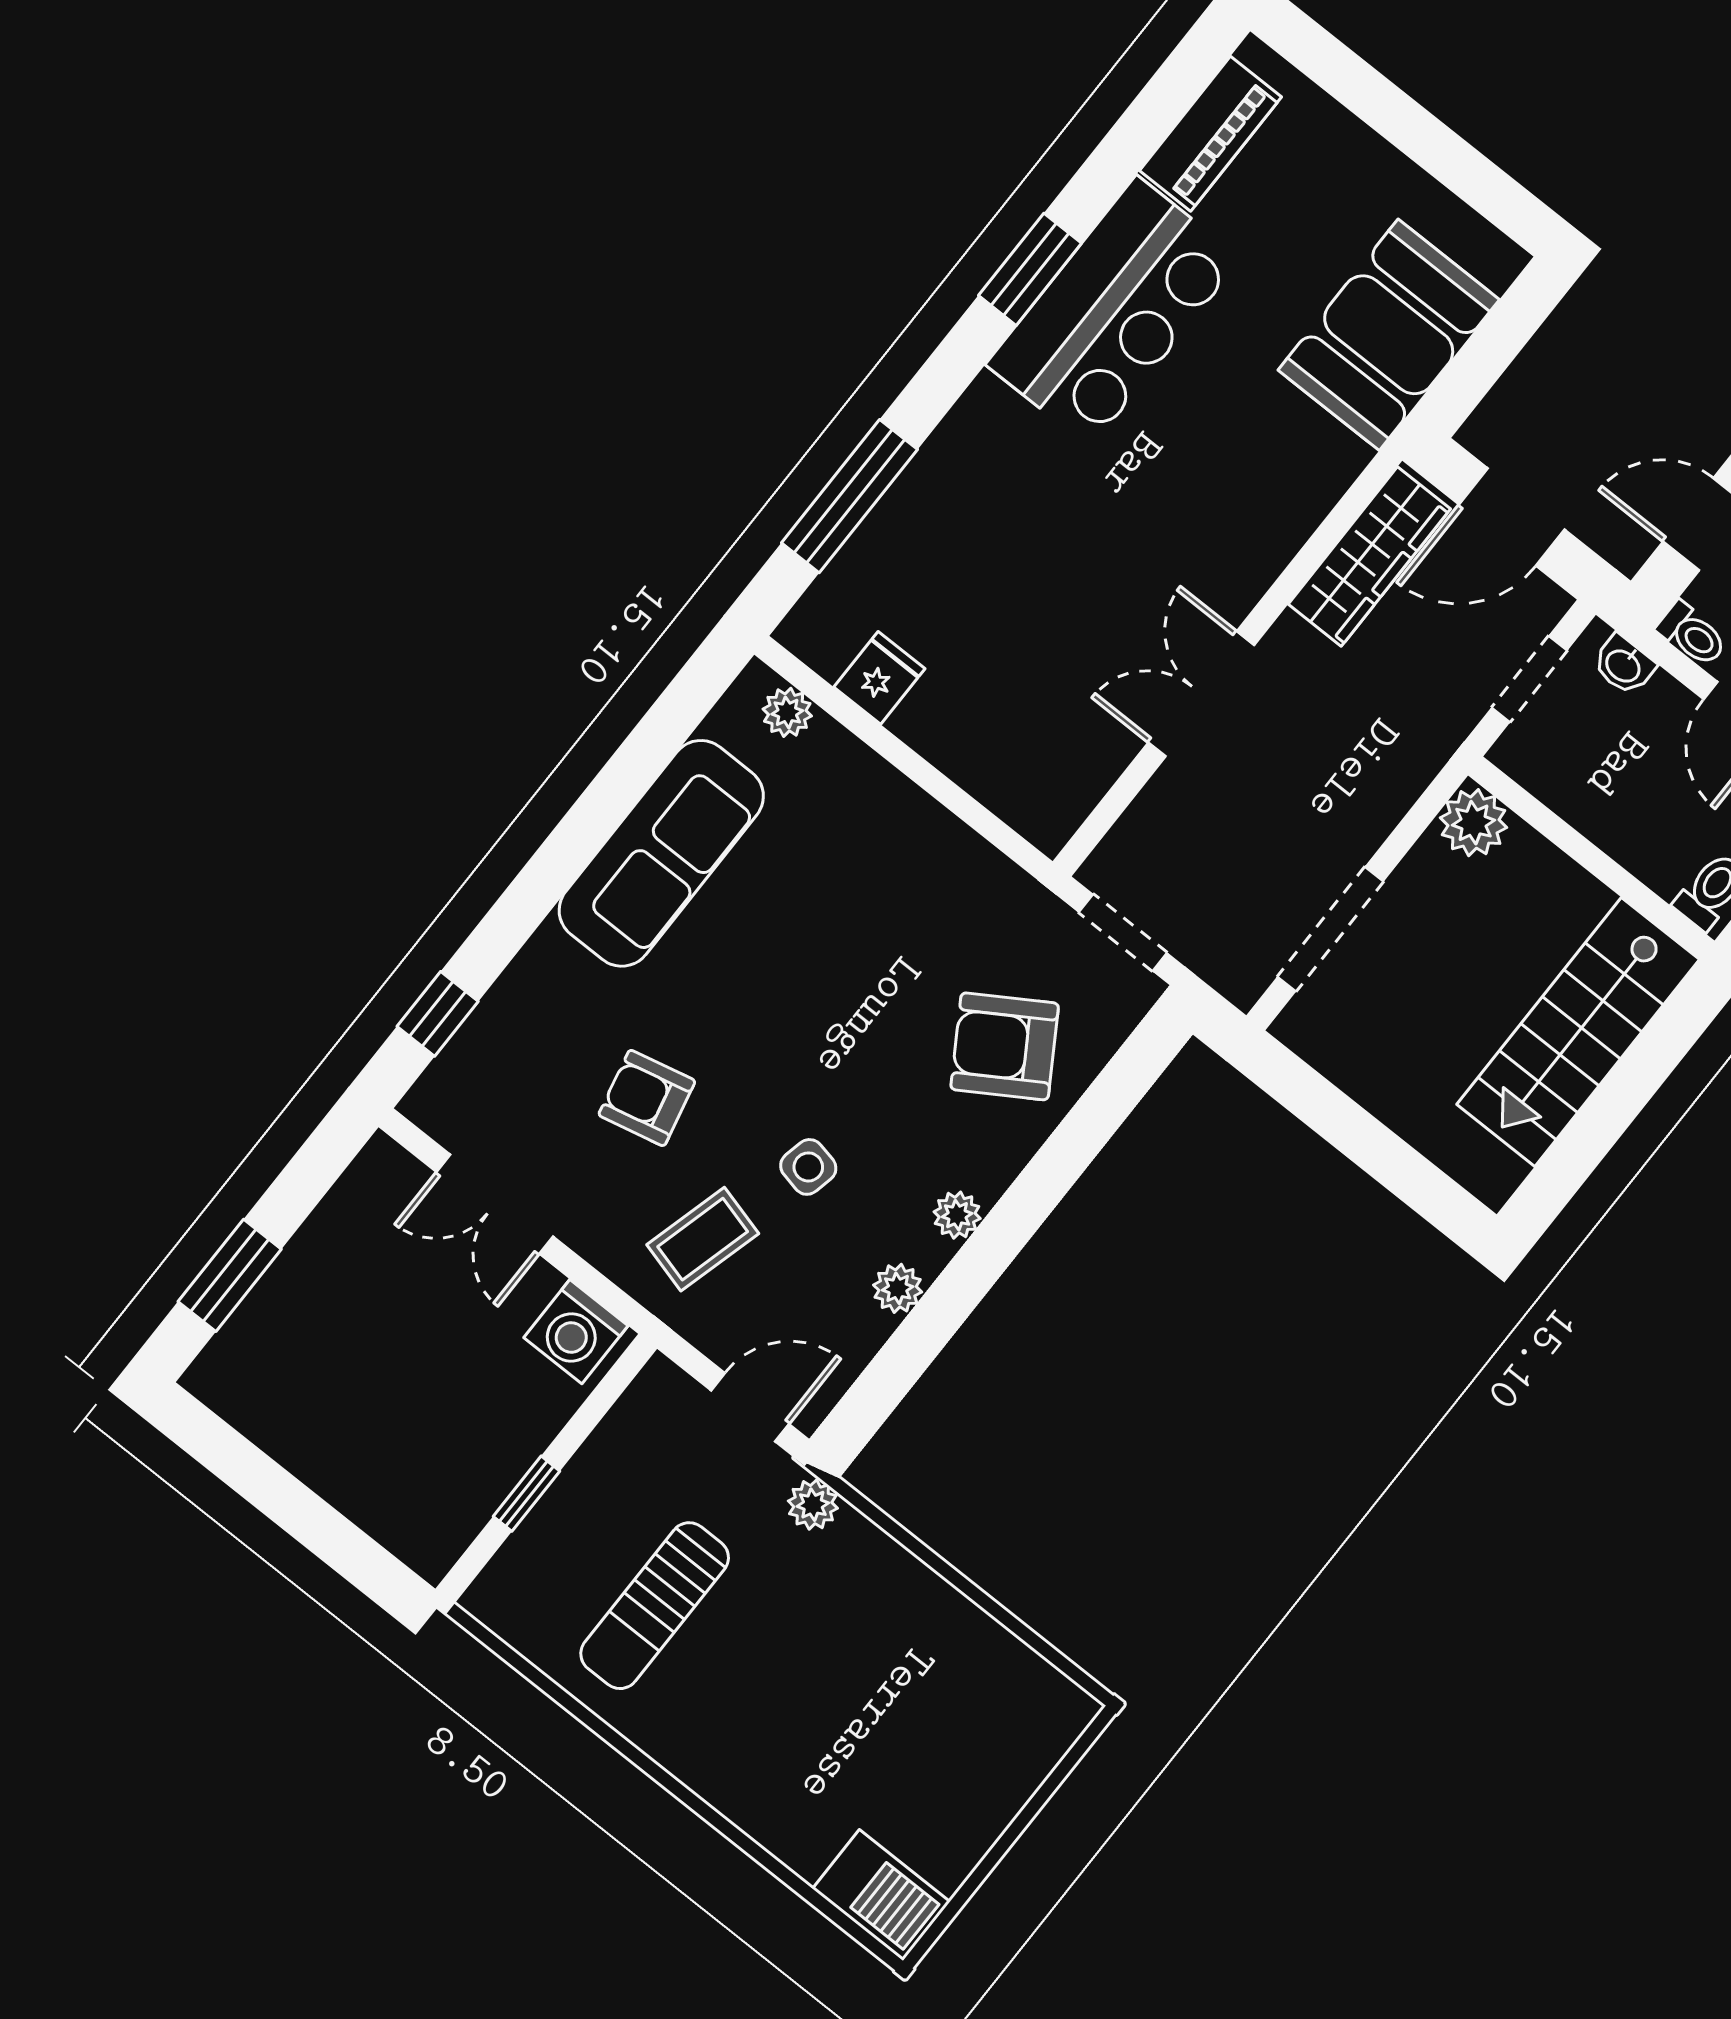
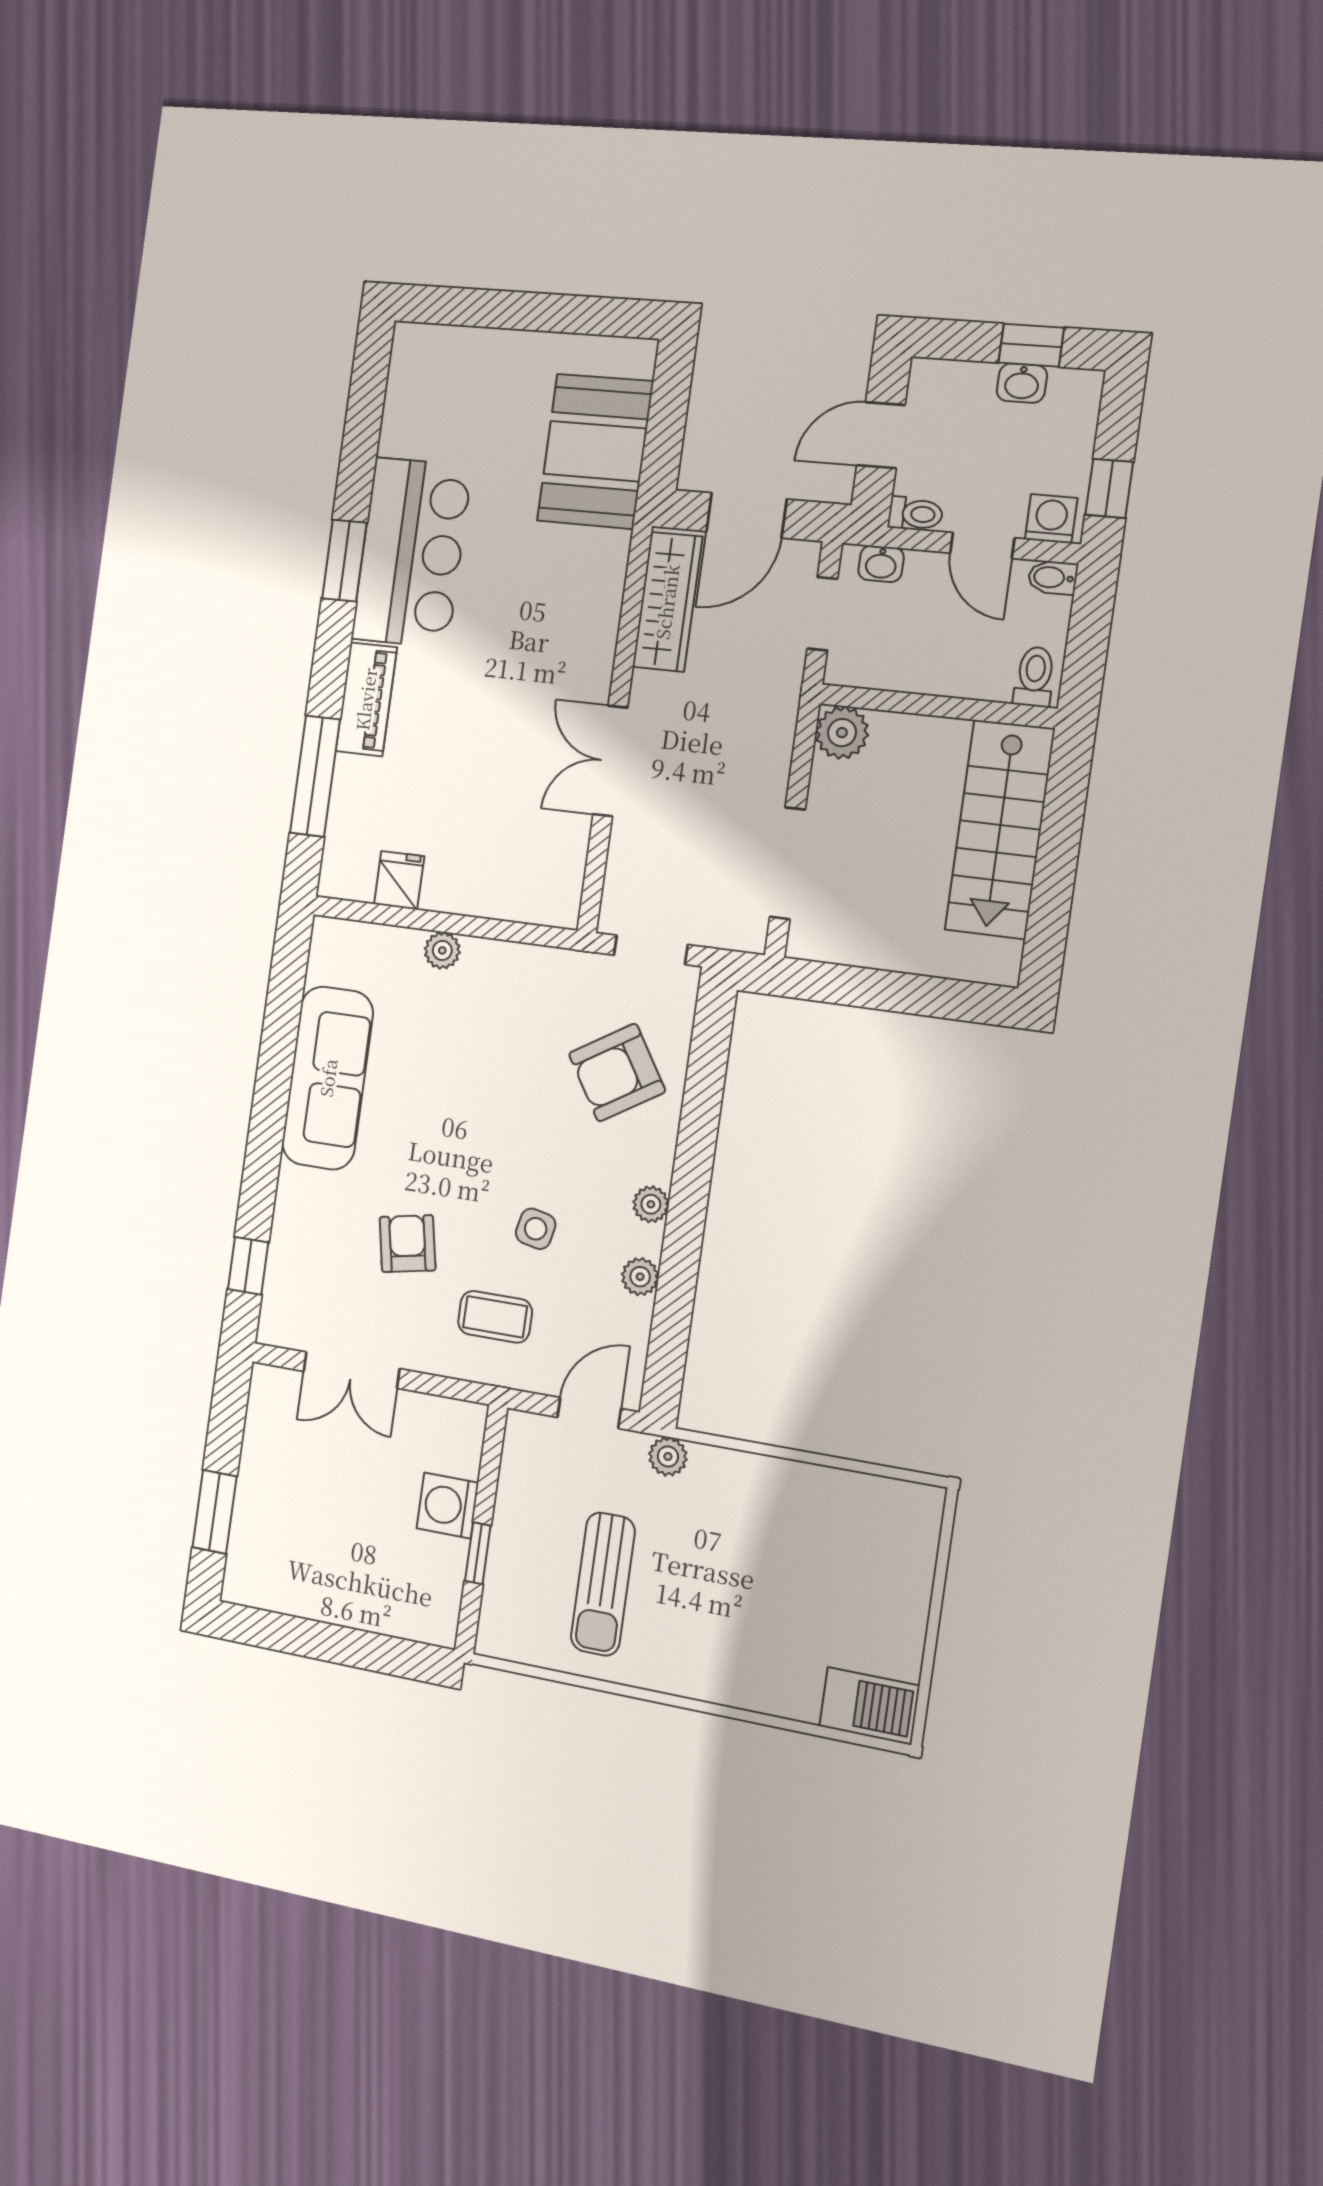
piano: (1210, 134) -> (366, 699), moved
plant: (787, 712) -> (442, 950), moved
armchair: (647, 1098) -> (407, 1244), turned 92
coffee table: (703, 1239) -> (495, 1317), turned 75
washing machine: (576, 1332) -> (448, 1506), moved, turned 90

